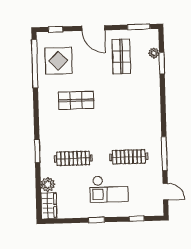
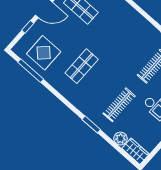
window: (56, 29) -> (28, 27), moved
window: (35, 64) -> (31, 71), width x0.68

